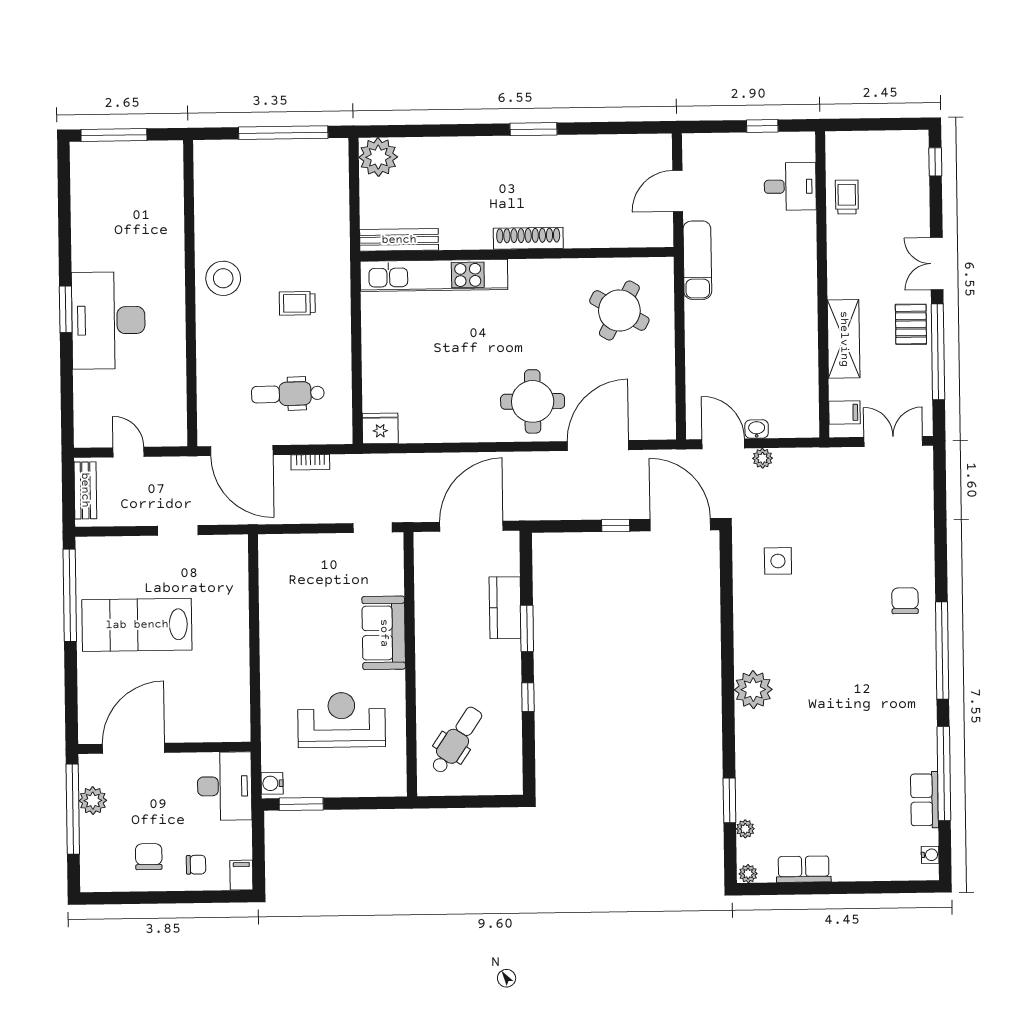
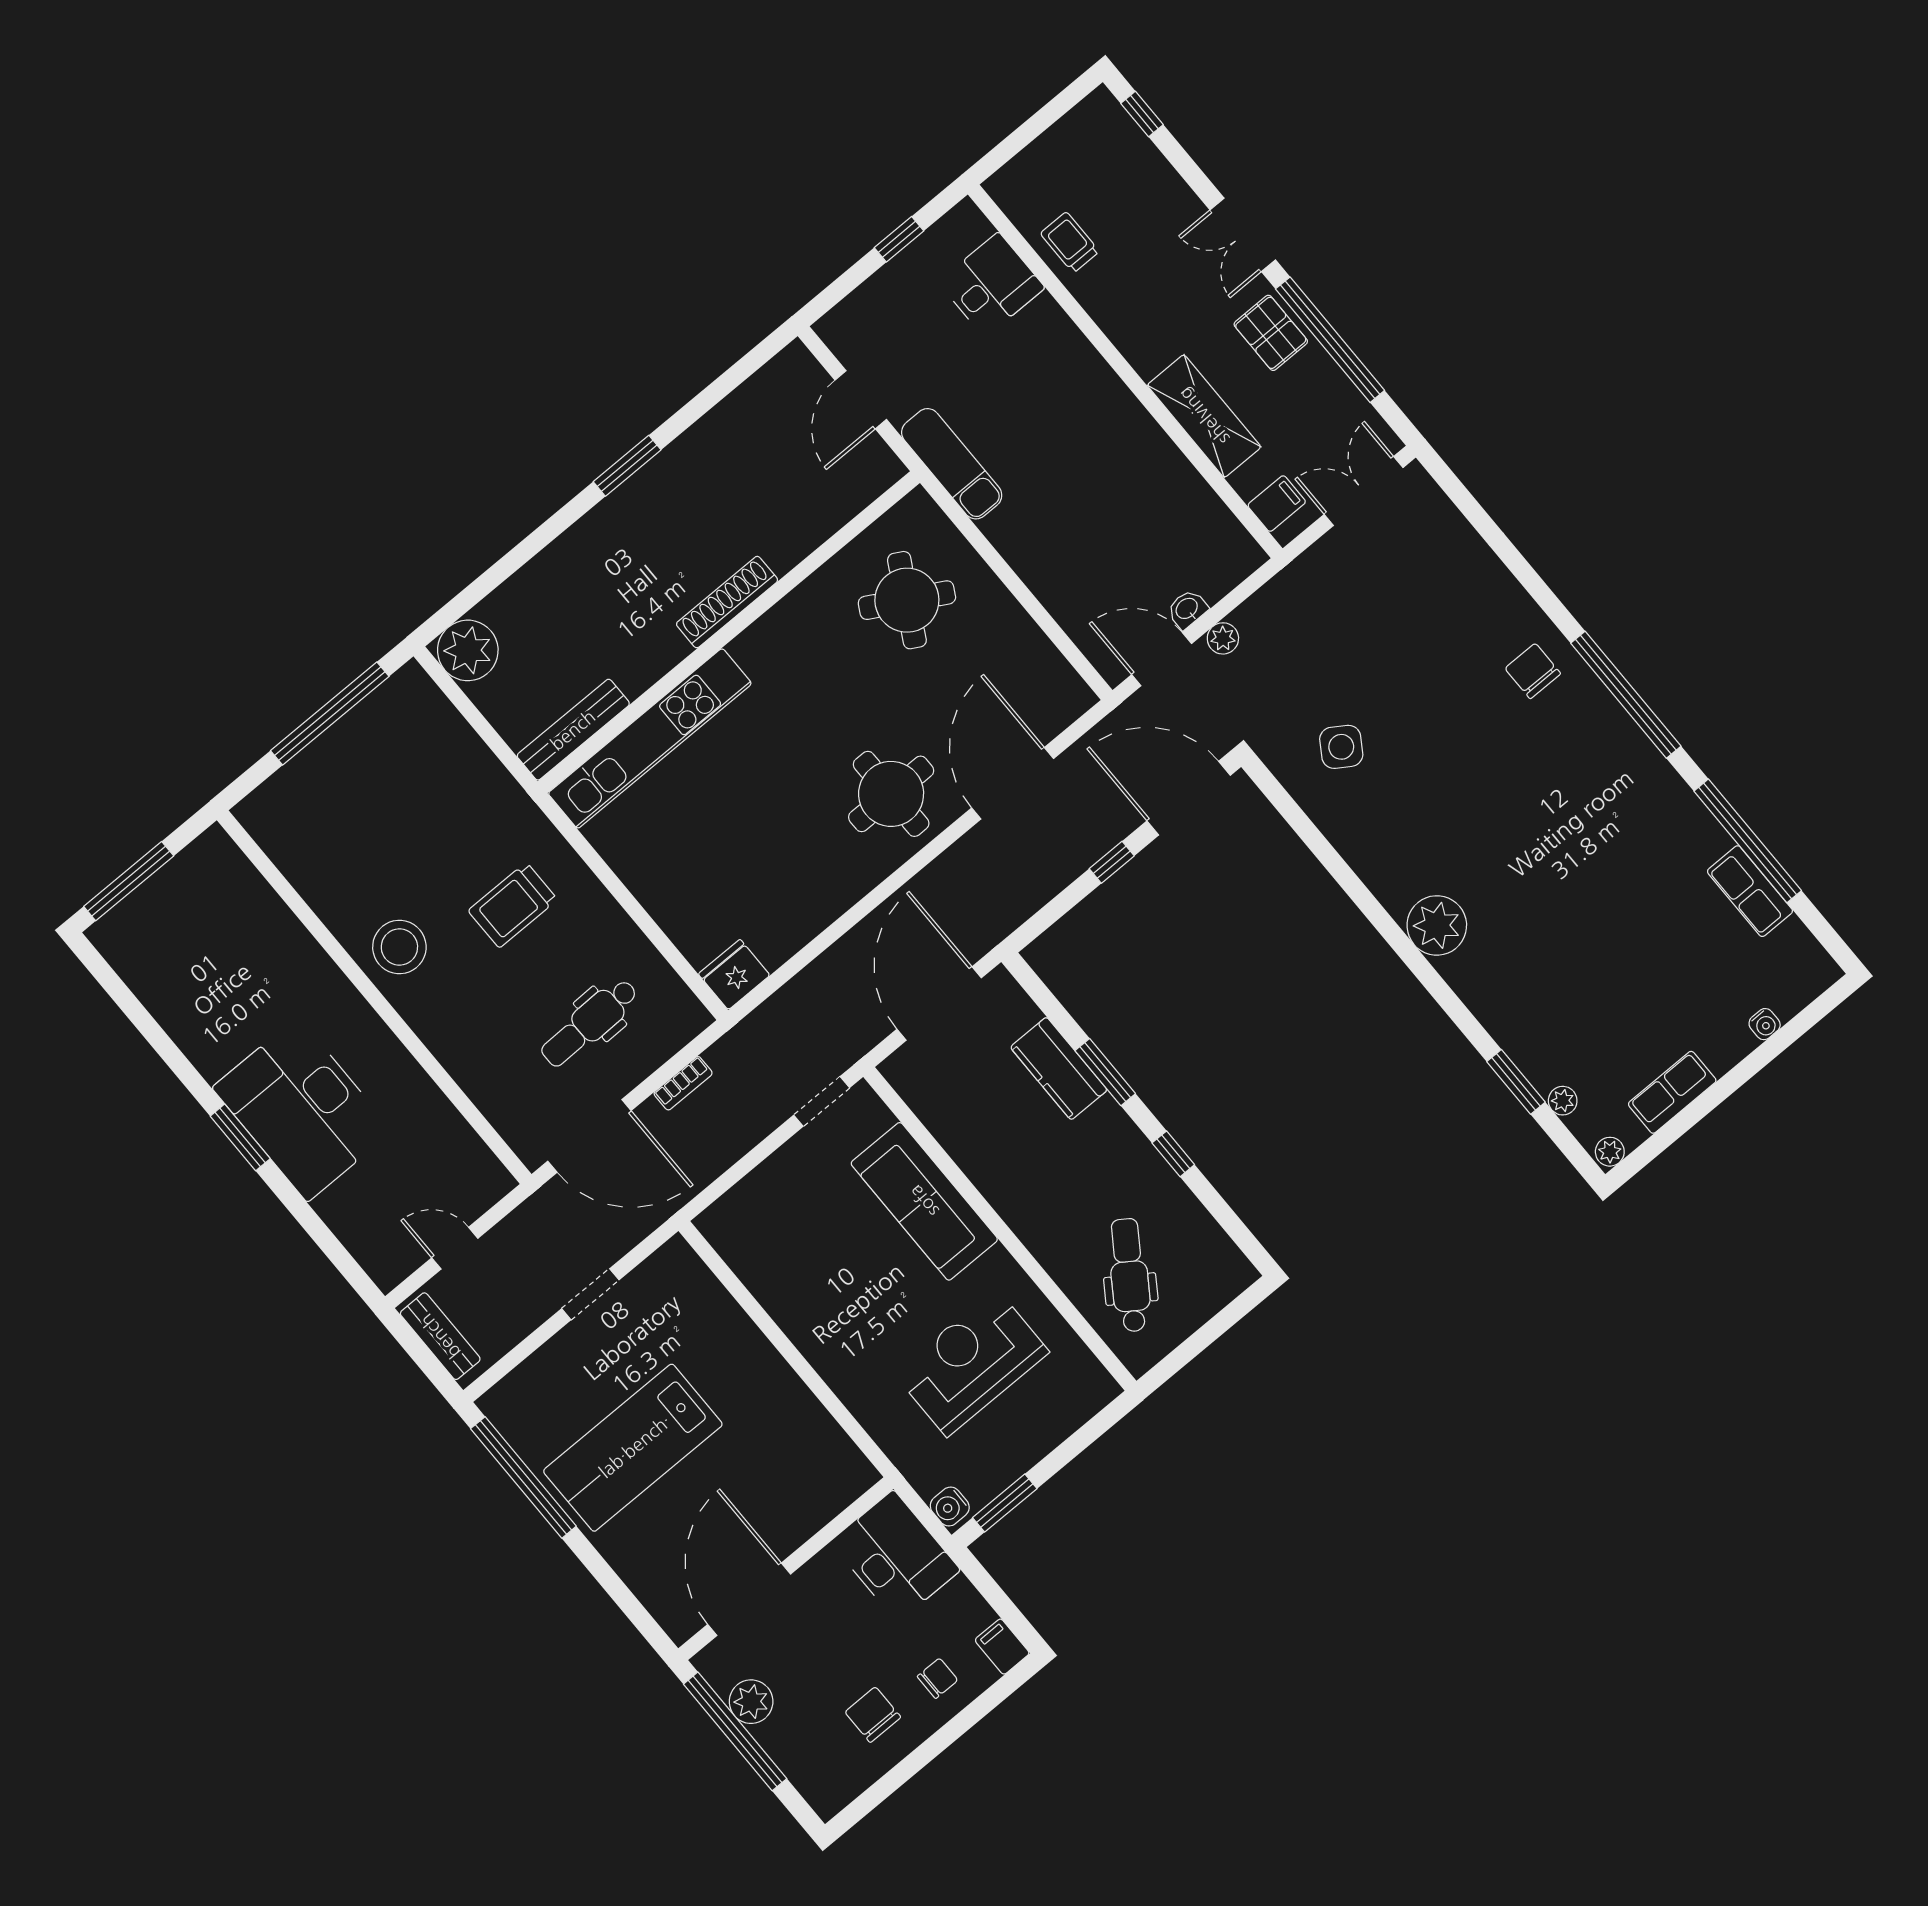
trolley: (297, 303) -> (513, 905), width x1.36, depth x1.39
side table: (778, 561) -> (1341, 747), turned 33
sofa: (384, 633) -> (924, 1201), width x1.36
water cooler: (930, 855) -> (1765, 1024), moved, turned 90

